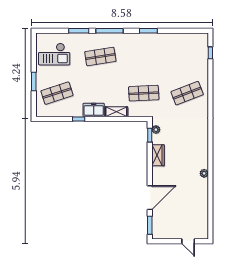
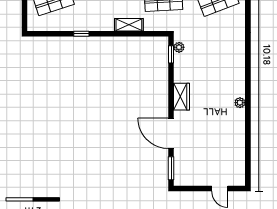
freezer: (94, 110) -> (100, 22), removed
wardrobe: (158, 155) -> (182, 97), moved
door: (150, 198) -> (171, 133), swing flipped

